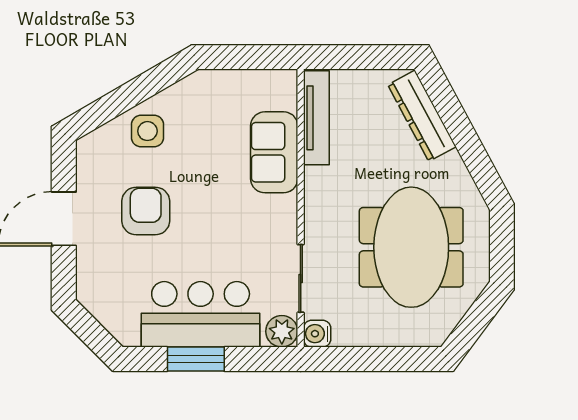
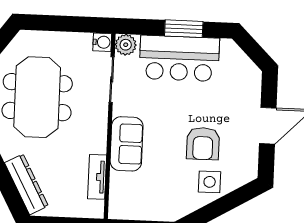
tv unit: (316, 118) -> (97, 177), width x0.71
sofa: (274, 152) -> (127, 144), moved
armchair: (146, 211) -> (203, 144), moved

